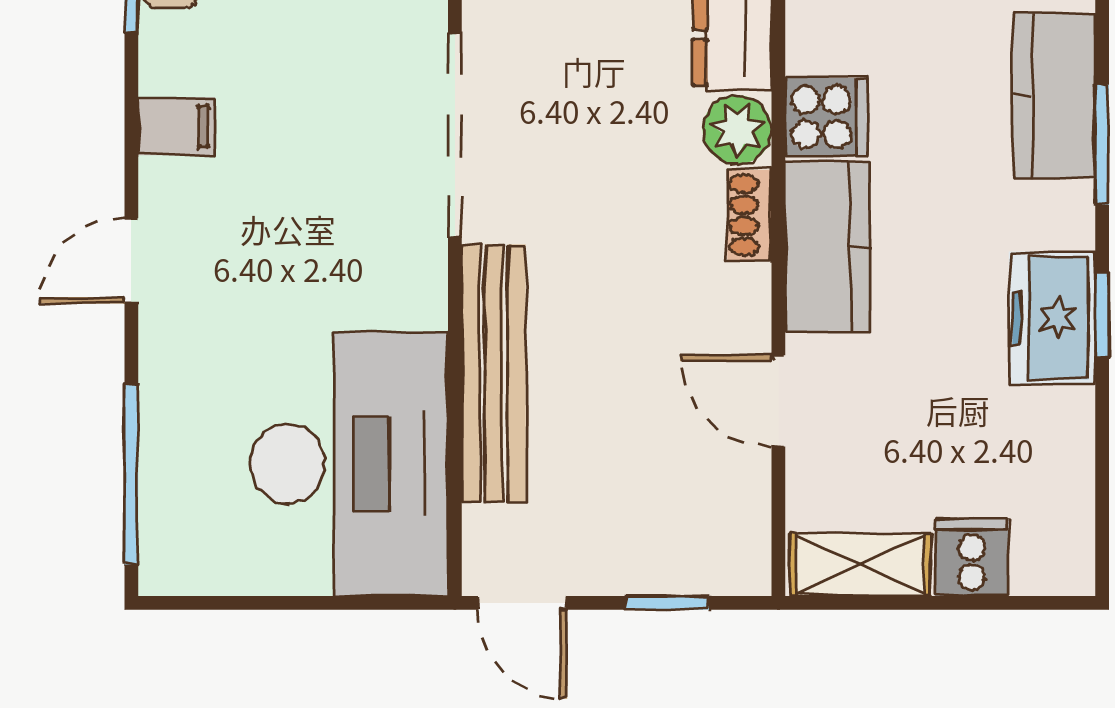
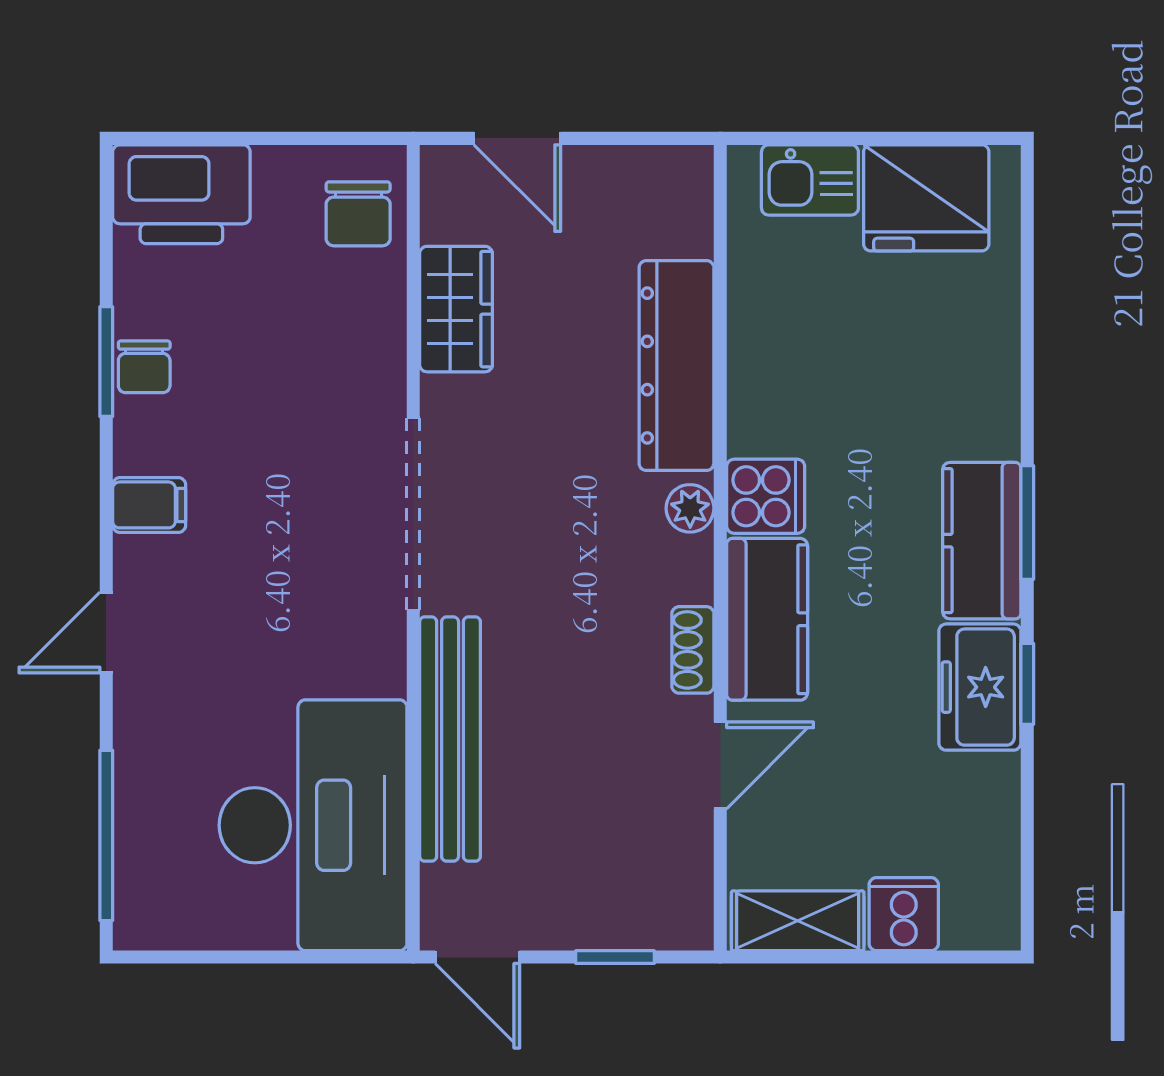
kitchen counter: (1054, 96) -> (982, 541), moved
plant: (737, 130) -> (690, 508), width x0.73, depth x0.73
shoe rack: (750, 215) -> (693, 650), moved
door: (778, 401) -> (720, 765), swing flipped

